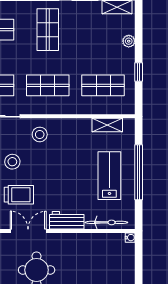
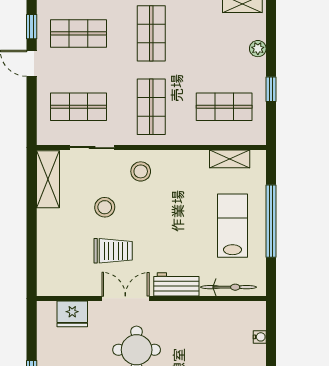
shop shelf: (48, 85) -> (151, 107), turned 90
water cooler: (130, 238) -> (260, 337), moved

